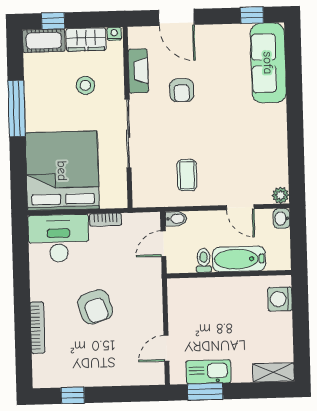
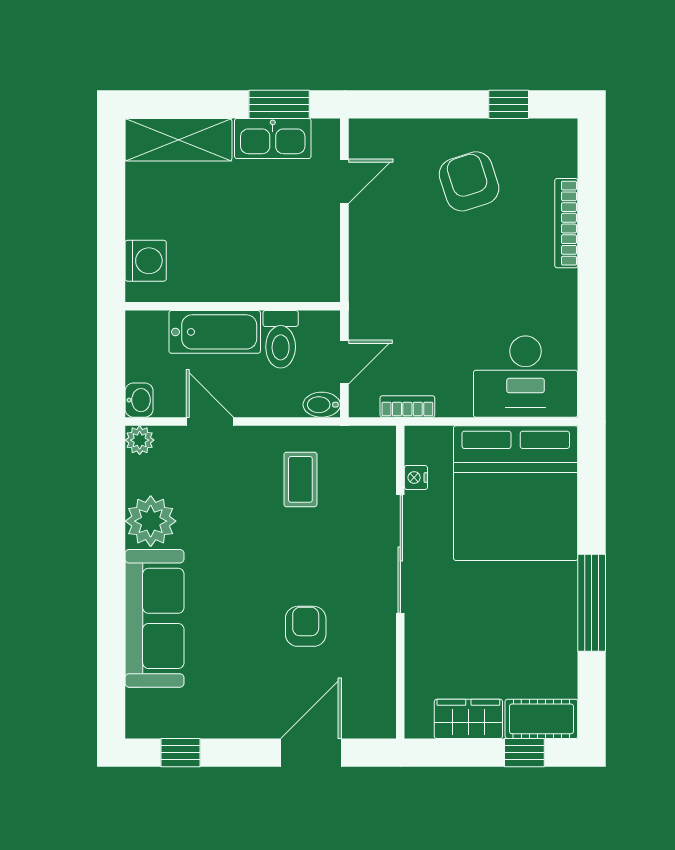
door: (176, 17) -> (311, 753), hinge flipped
nightstand: (114, 34) -> (416, 478), moved, turned 90
sofa: (268, 63) -> (154, 618), moved
fireplace: (138, 71) -> (380, 662), removed
stool: (85, 85) -> (472, 639), removed
plant: (273, 149) -> (151, 521), added
bookcase: (105, 220) -> (407, 406), moved
toilet: (204, 260) -> (281, 339), width x1.37, depth x1.39
armchair: (95, 307) -> (469, 181), moved
shelving: (273, 372) -> (178, 140), width x1.50, depth x1.33

